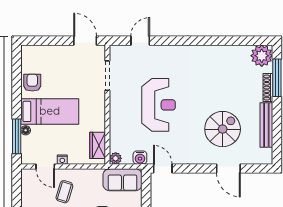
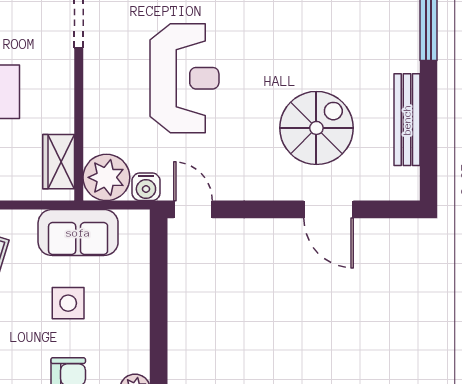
shoe rack: (268, 88) -> (410, 42), removed
plant: (116, 158) -> (106, 177), width x1.87, depth x1.87
sofa: (123, 180) -> (78, 233), moved

